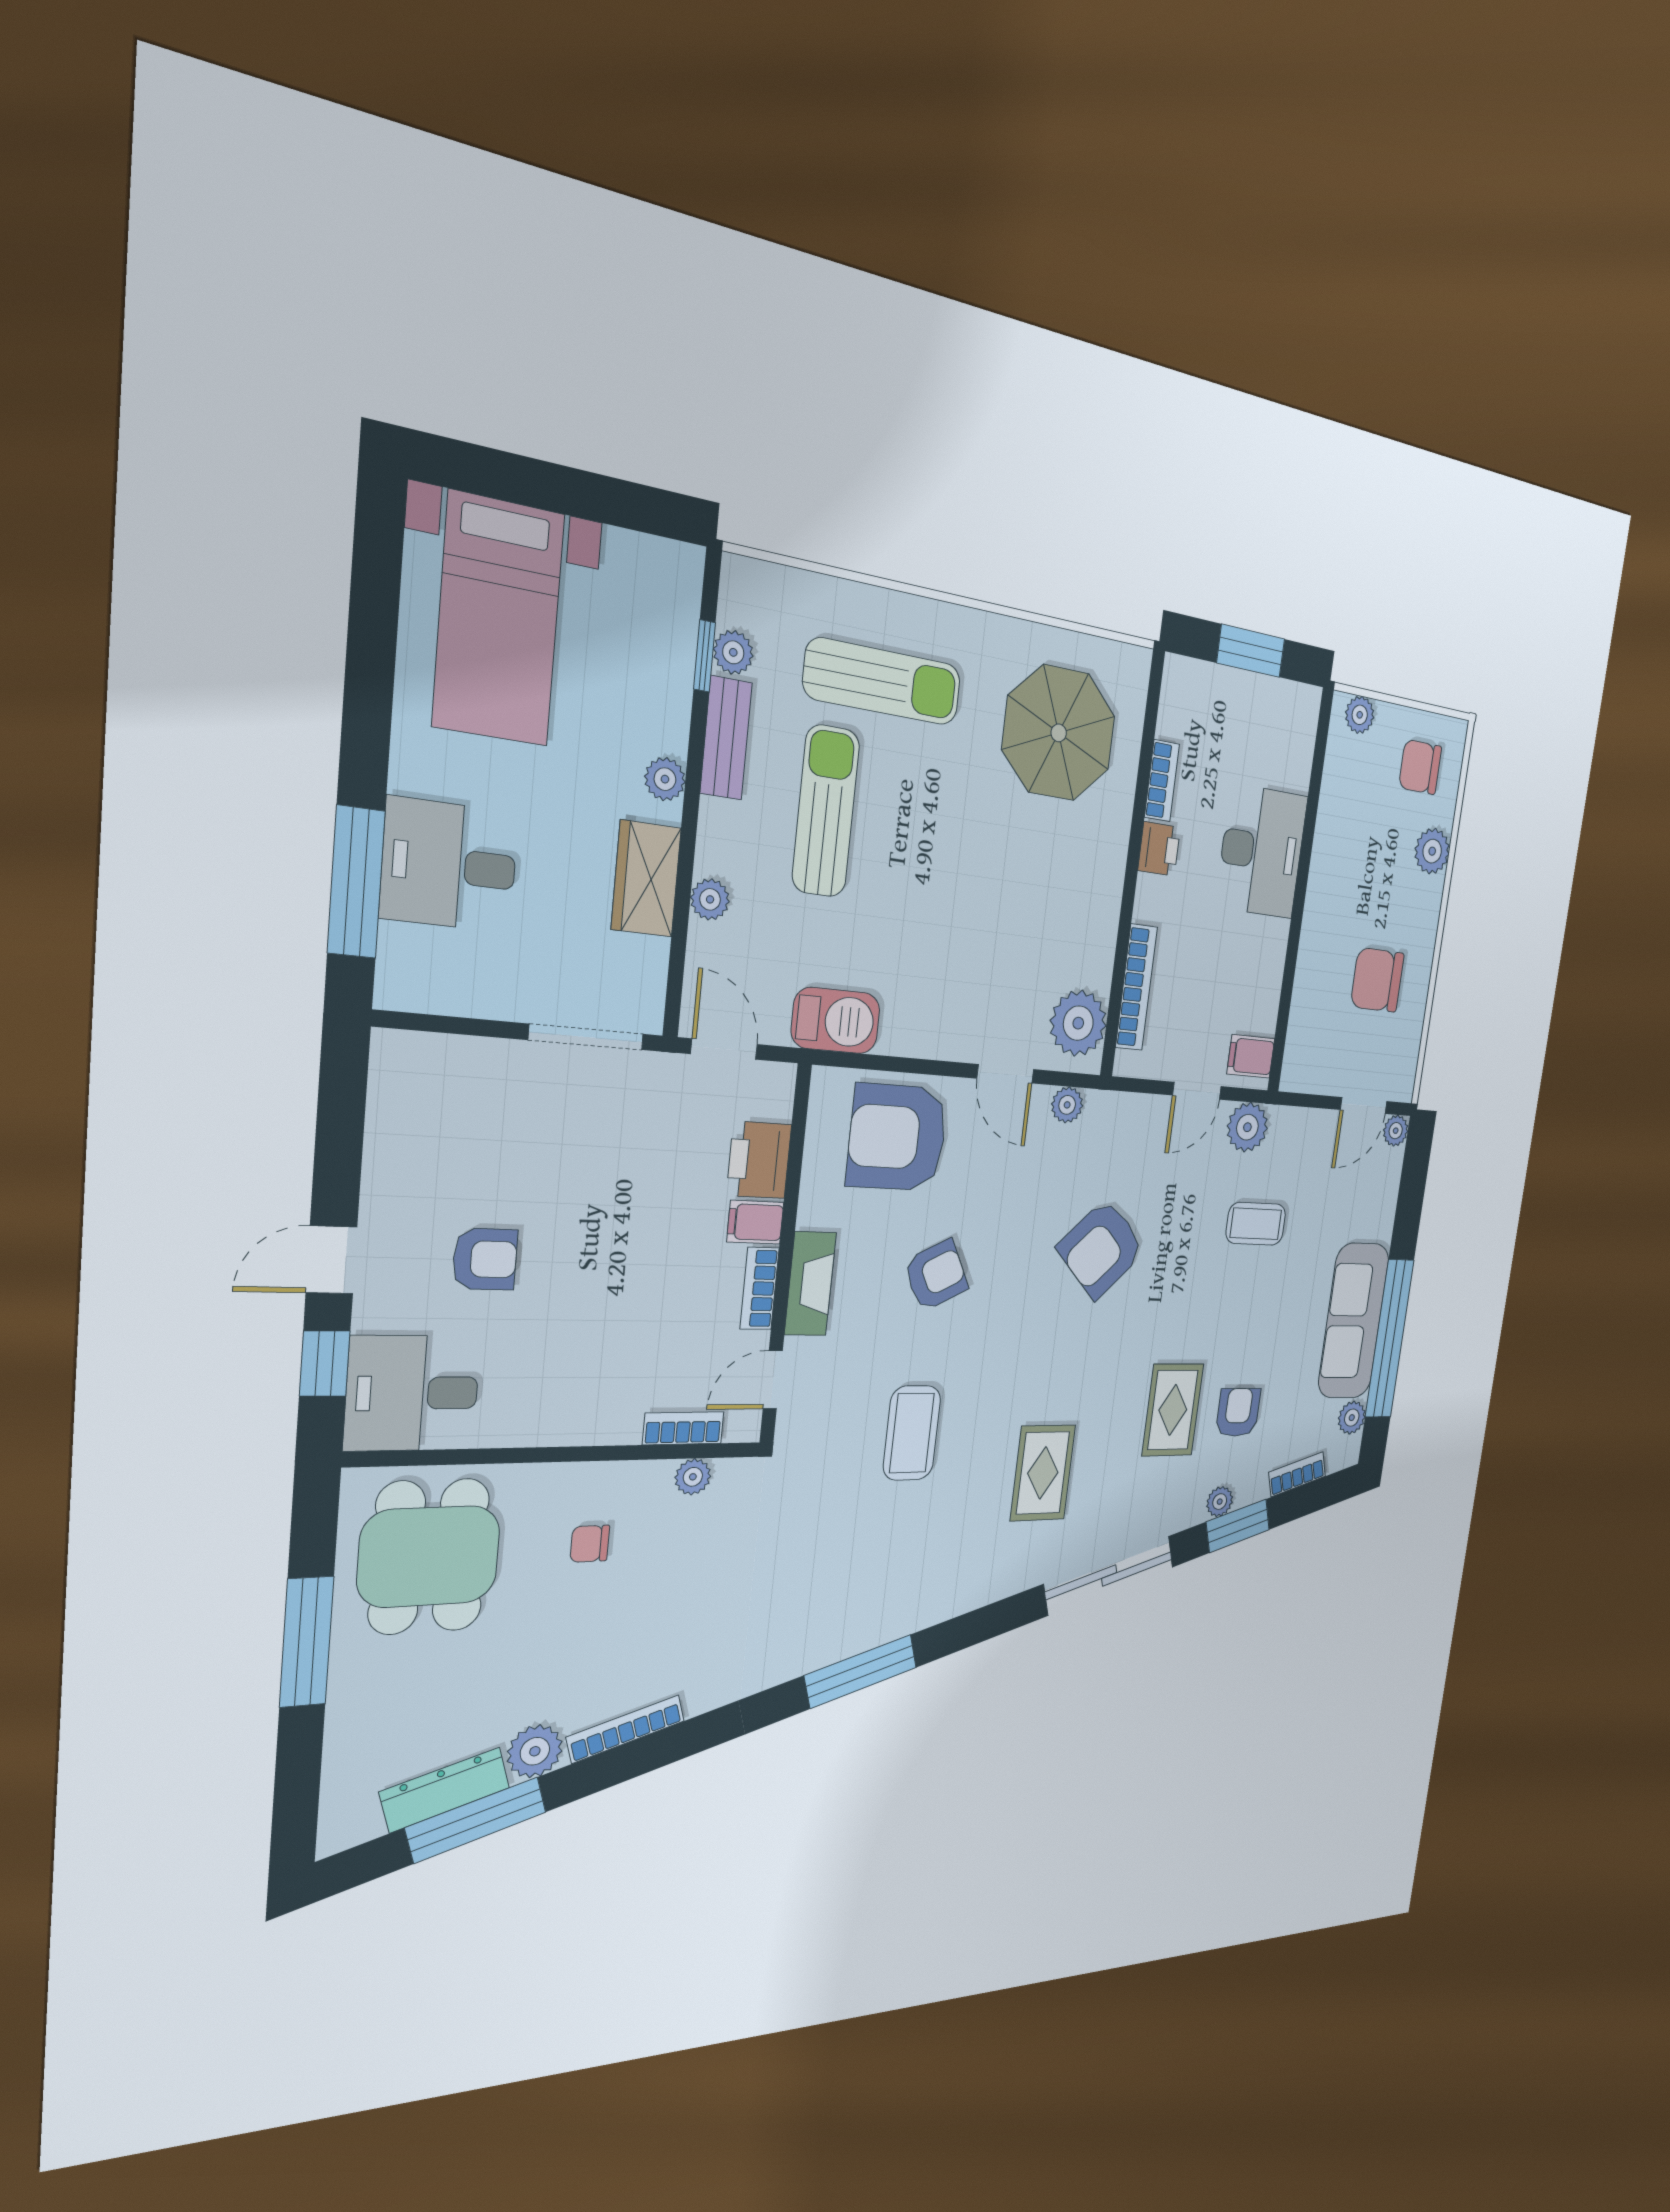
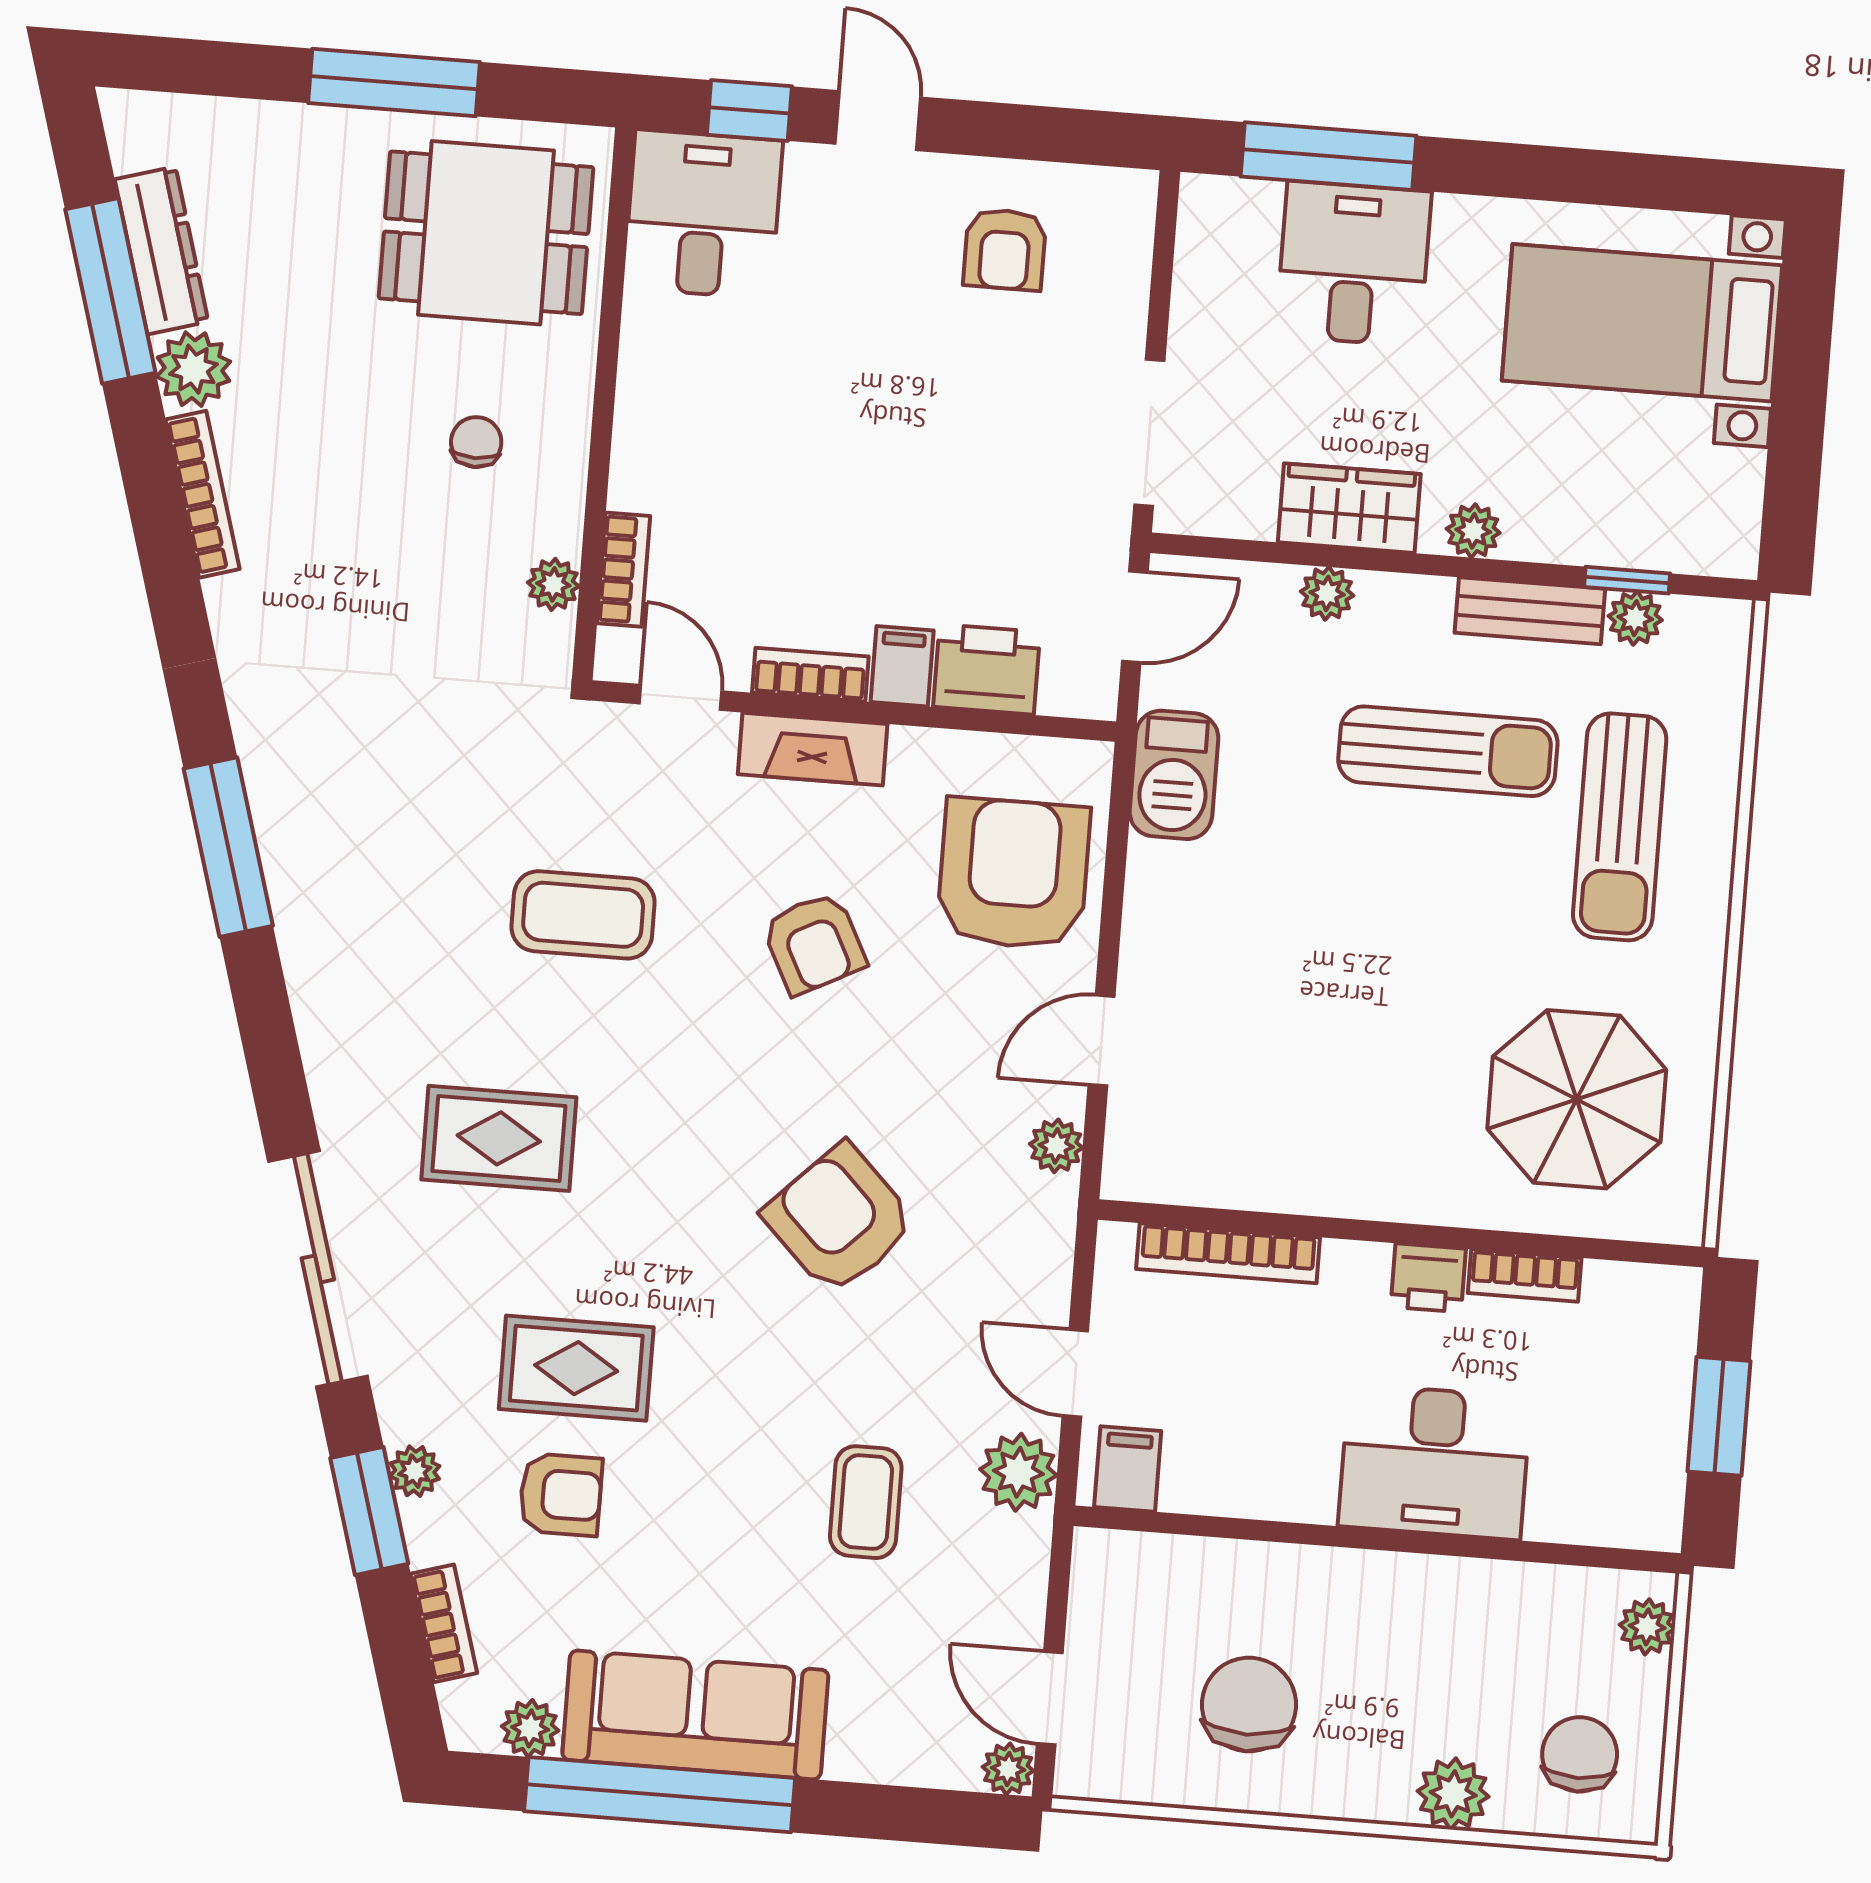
plant: (1078, 1023) -> (1175, 1157), removed
armchair: (485, 1259) -> (1005, 249), moved

